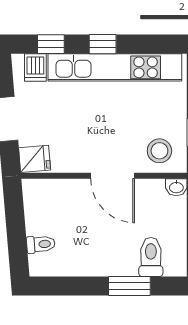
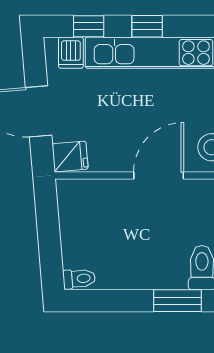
door: (113, 176) -> (159, 175), swing flipped
toilet: (41, 244) -> (79, 279), moved

